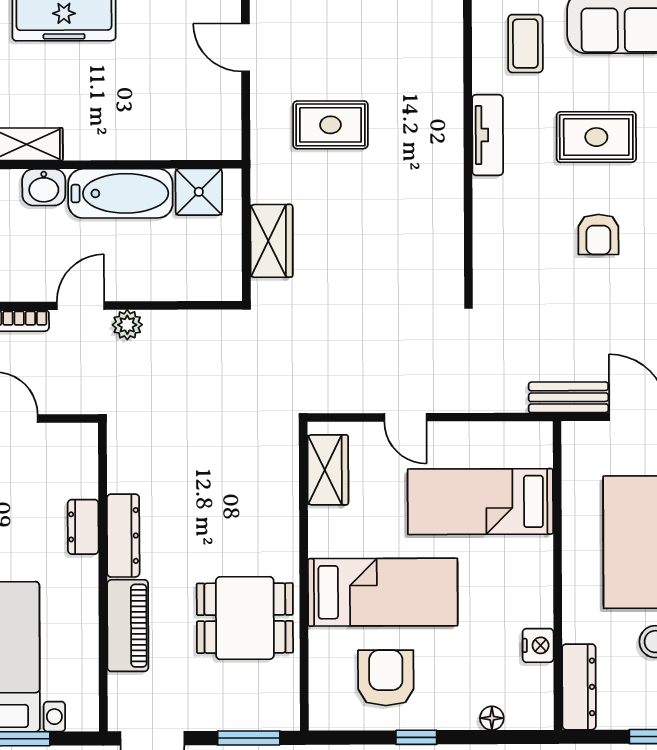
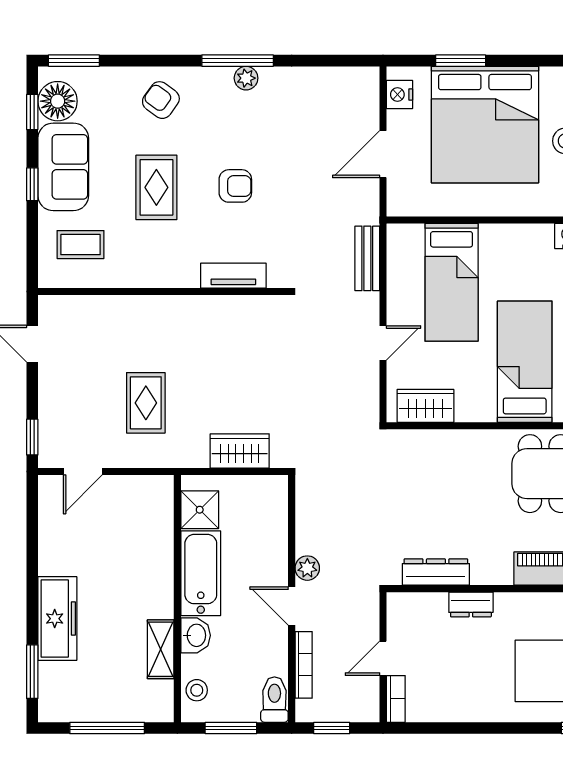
tv unit: (488, 135) -> (233, 276), moved
bench: (568, 397) -> (367, 258), moved
dresser: (123, 536) -> (436, 572), moved

